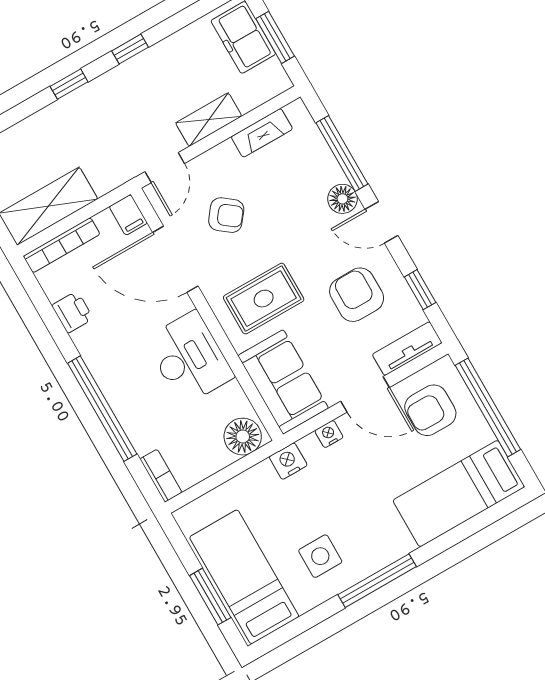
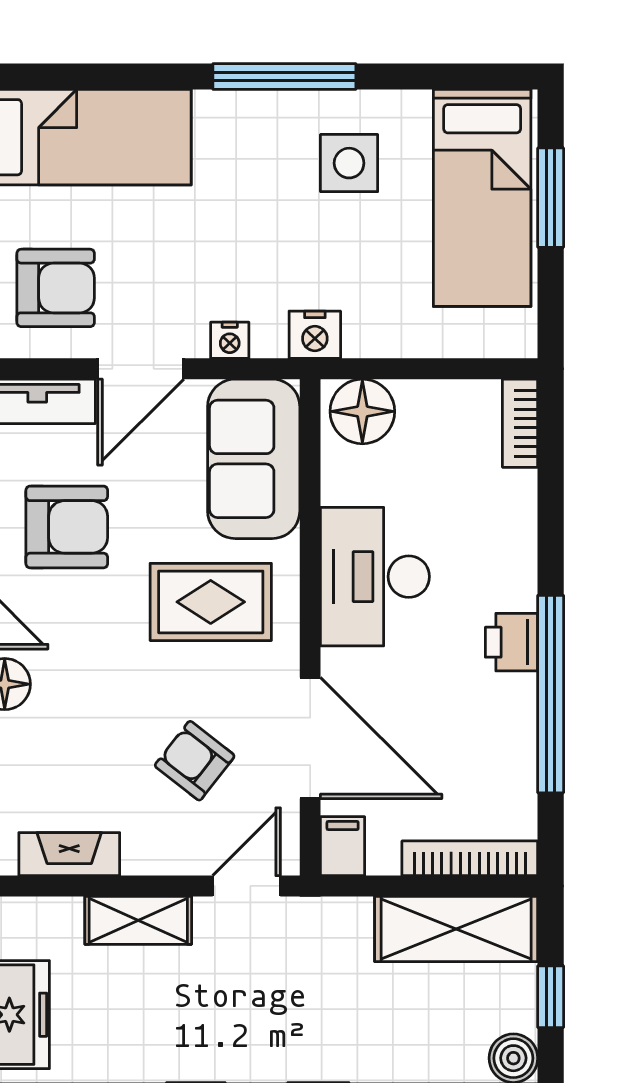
armchair: (357, 295) -> (67, 527), turned -90
printer: (73, 312) -> (511, 642), moved
door: (365, 394) -> (141, 369), swing flipped
window: (102, 409) -> (551, 694), moved

